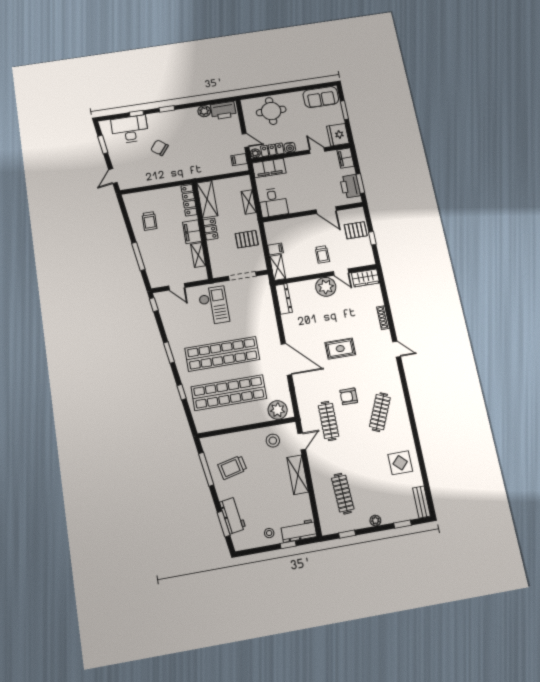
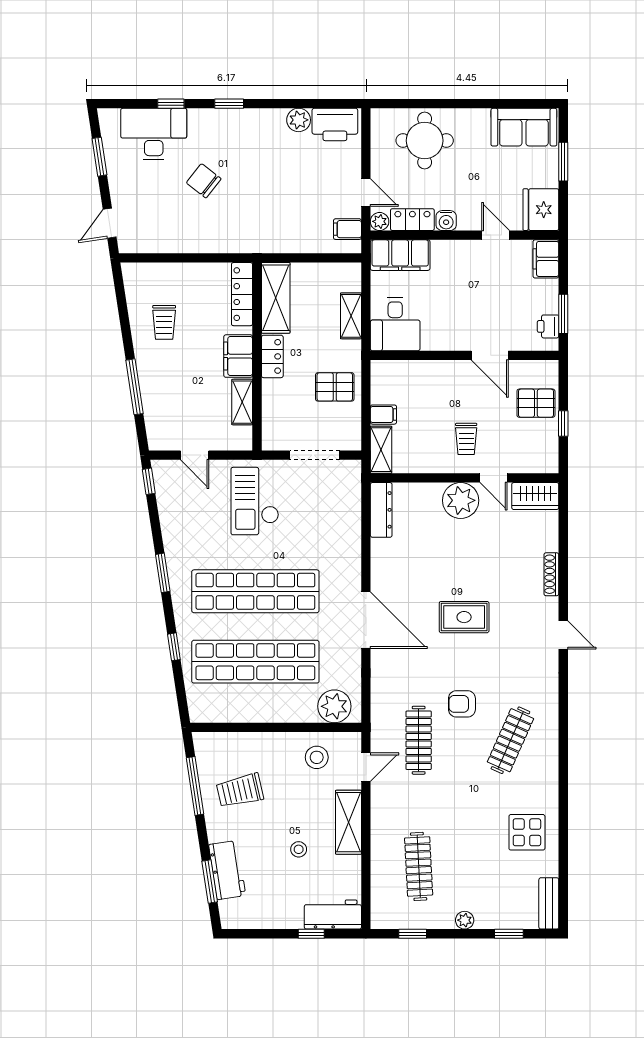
printer: (350, 186) -> (548, 326), width x0.53, depth x0.68
checkout: (214, 305) -> (255, 501), turned 180
stool: (269, 533) -> (299, 849), moved

